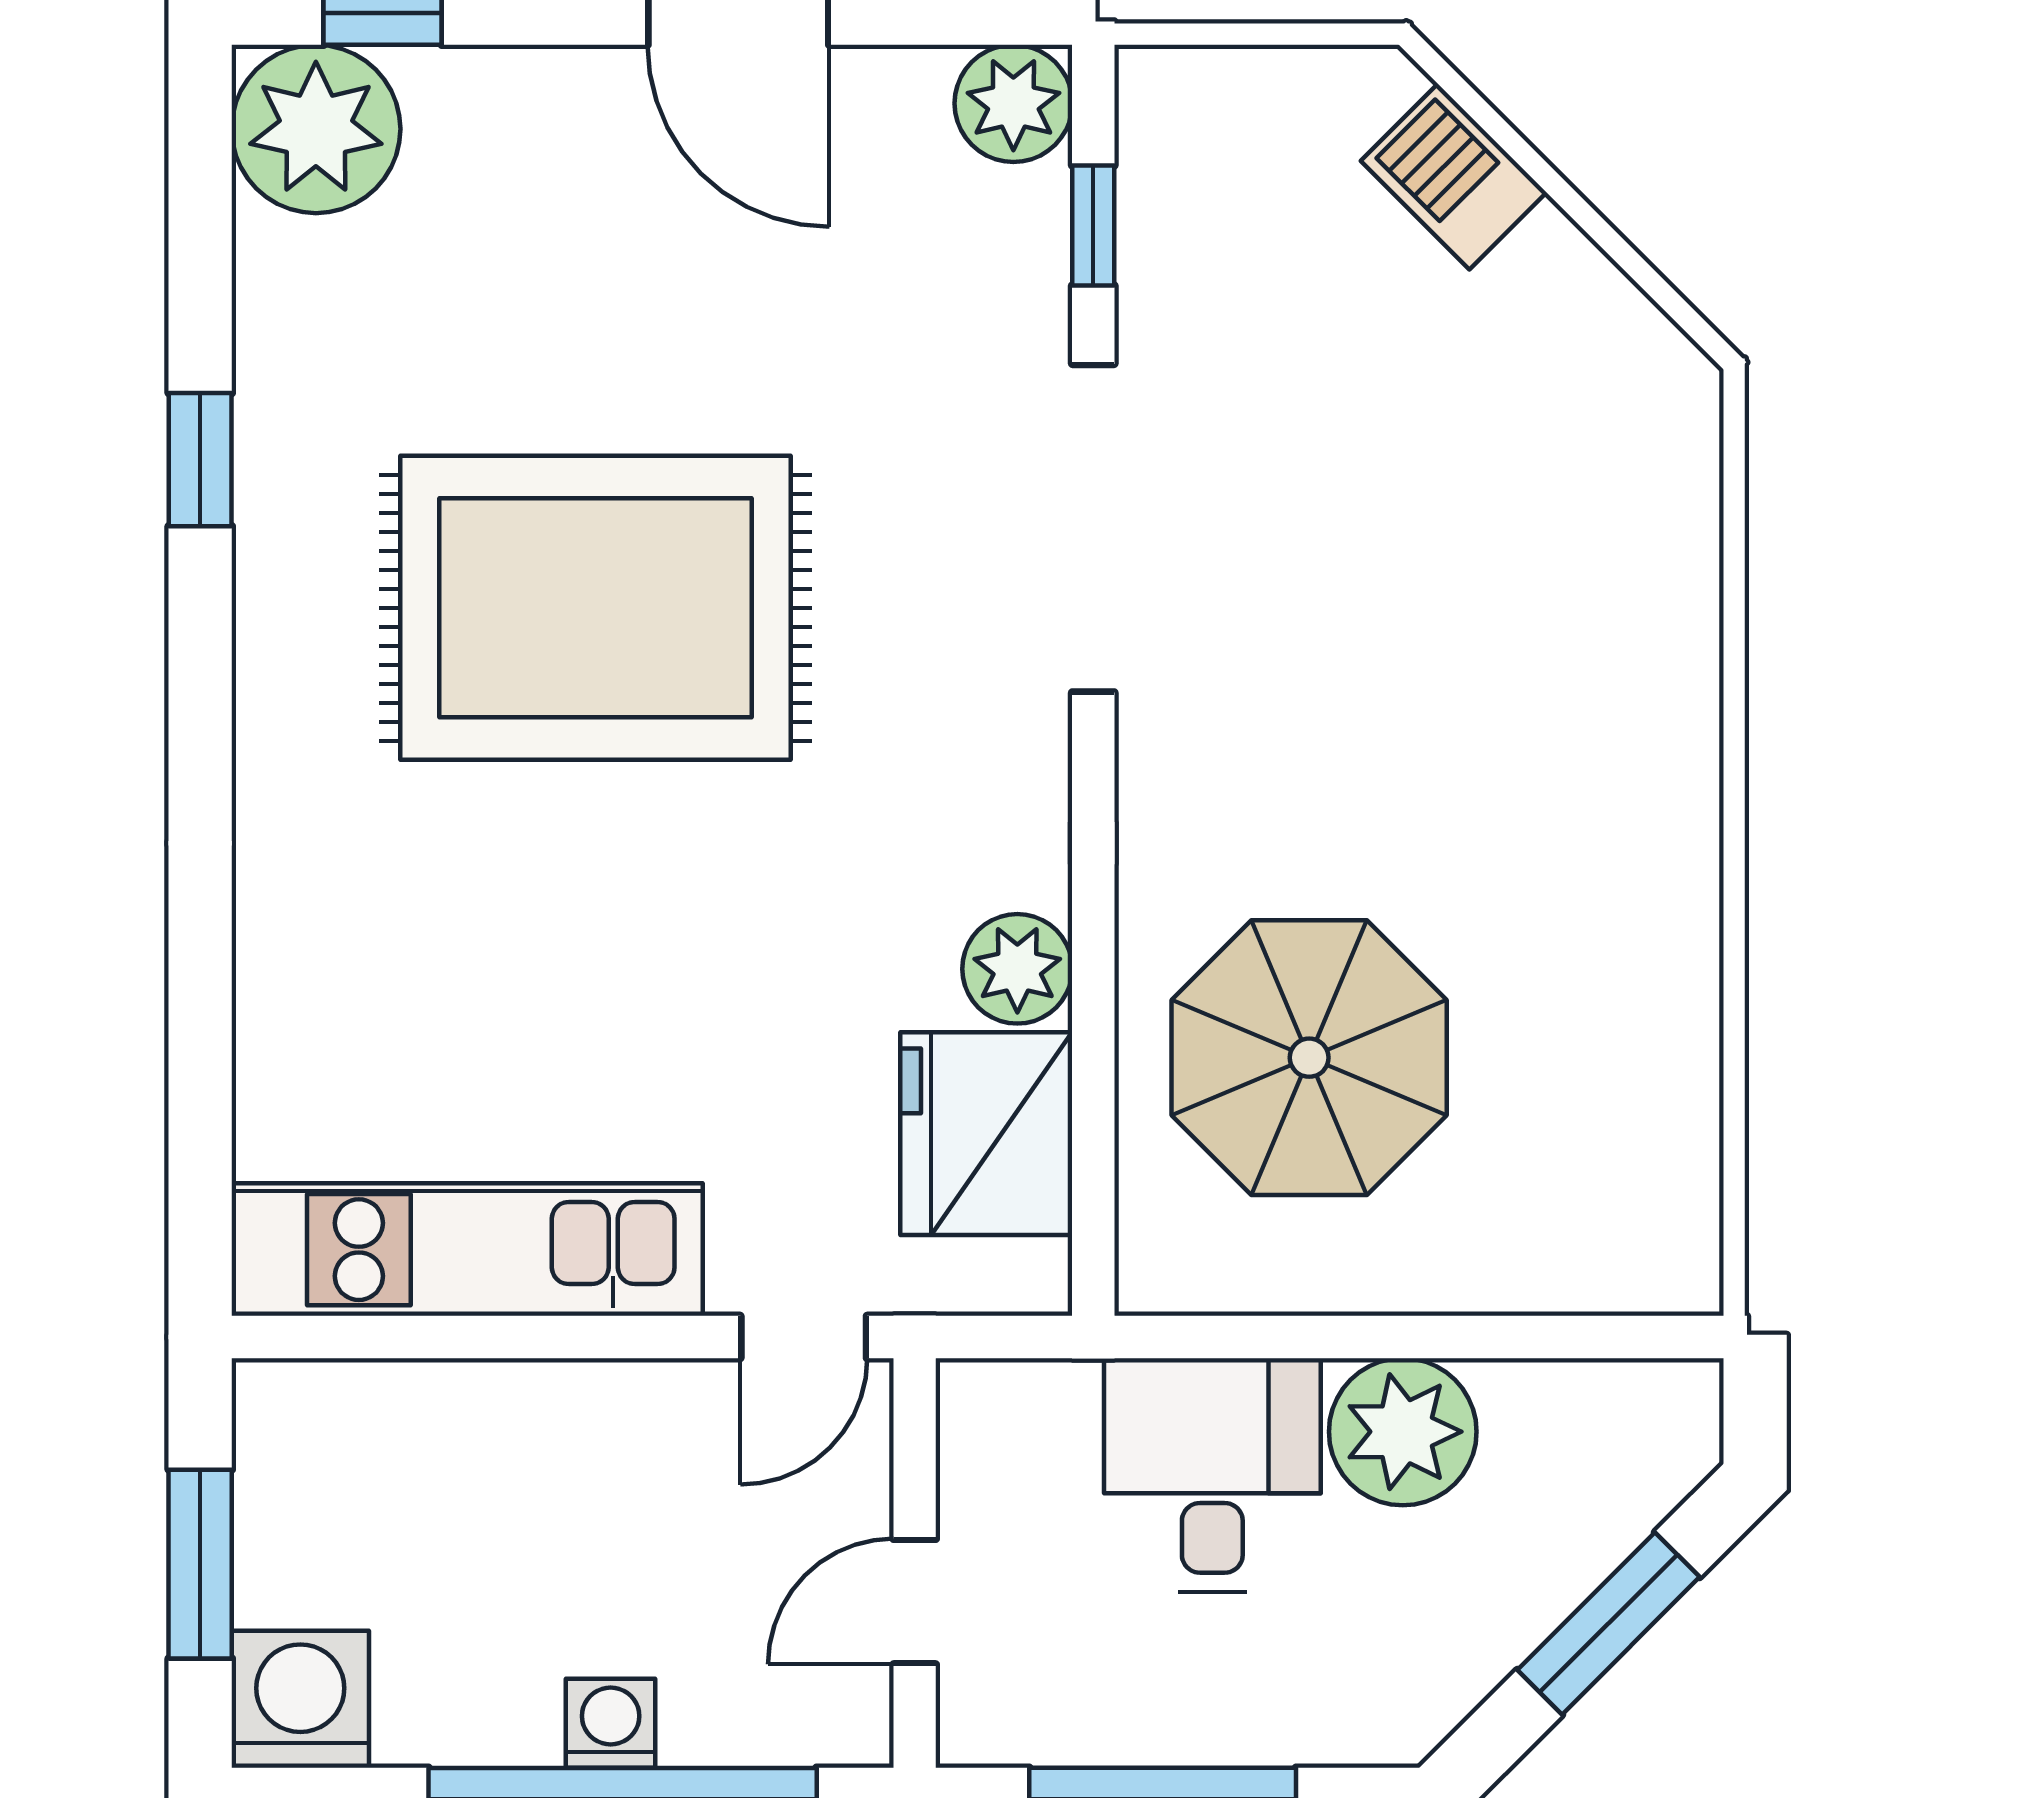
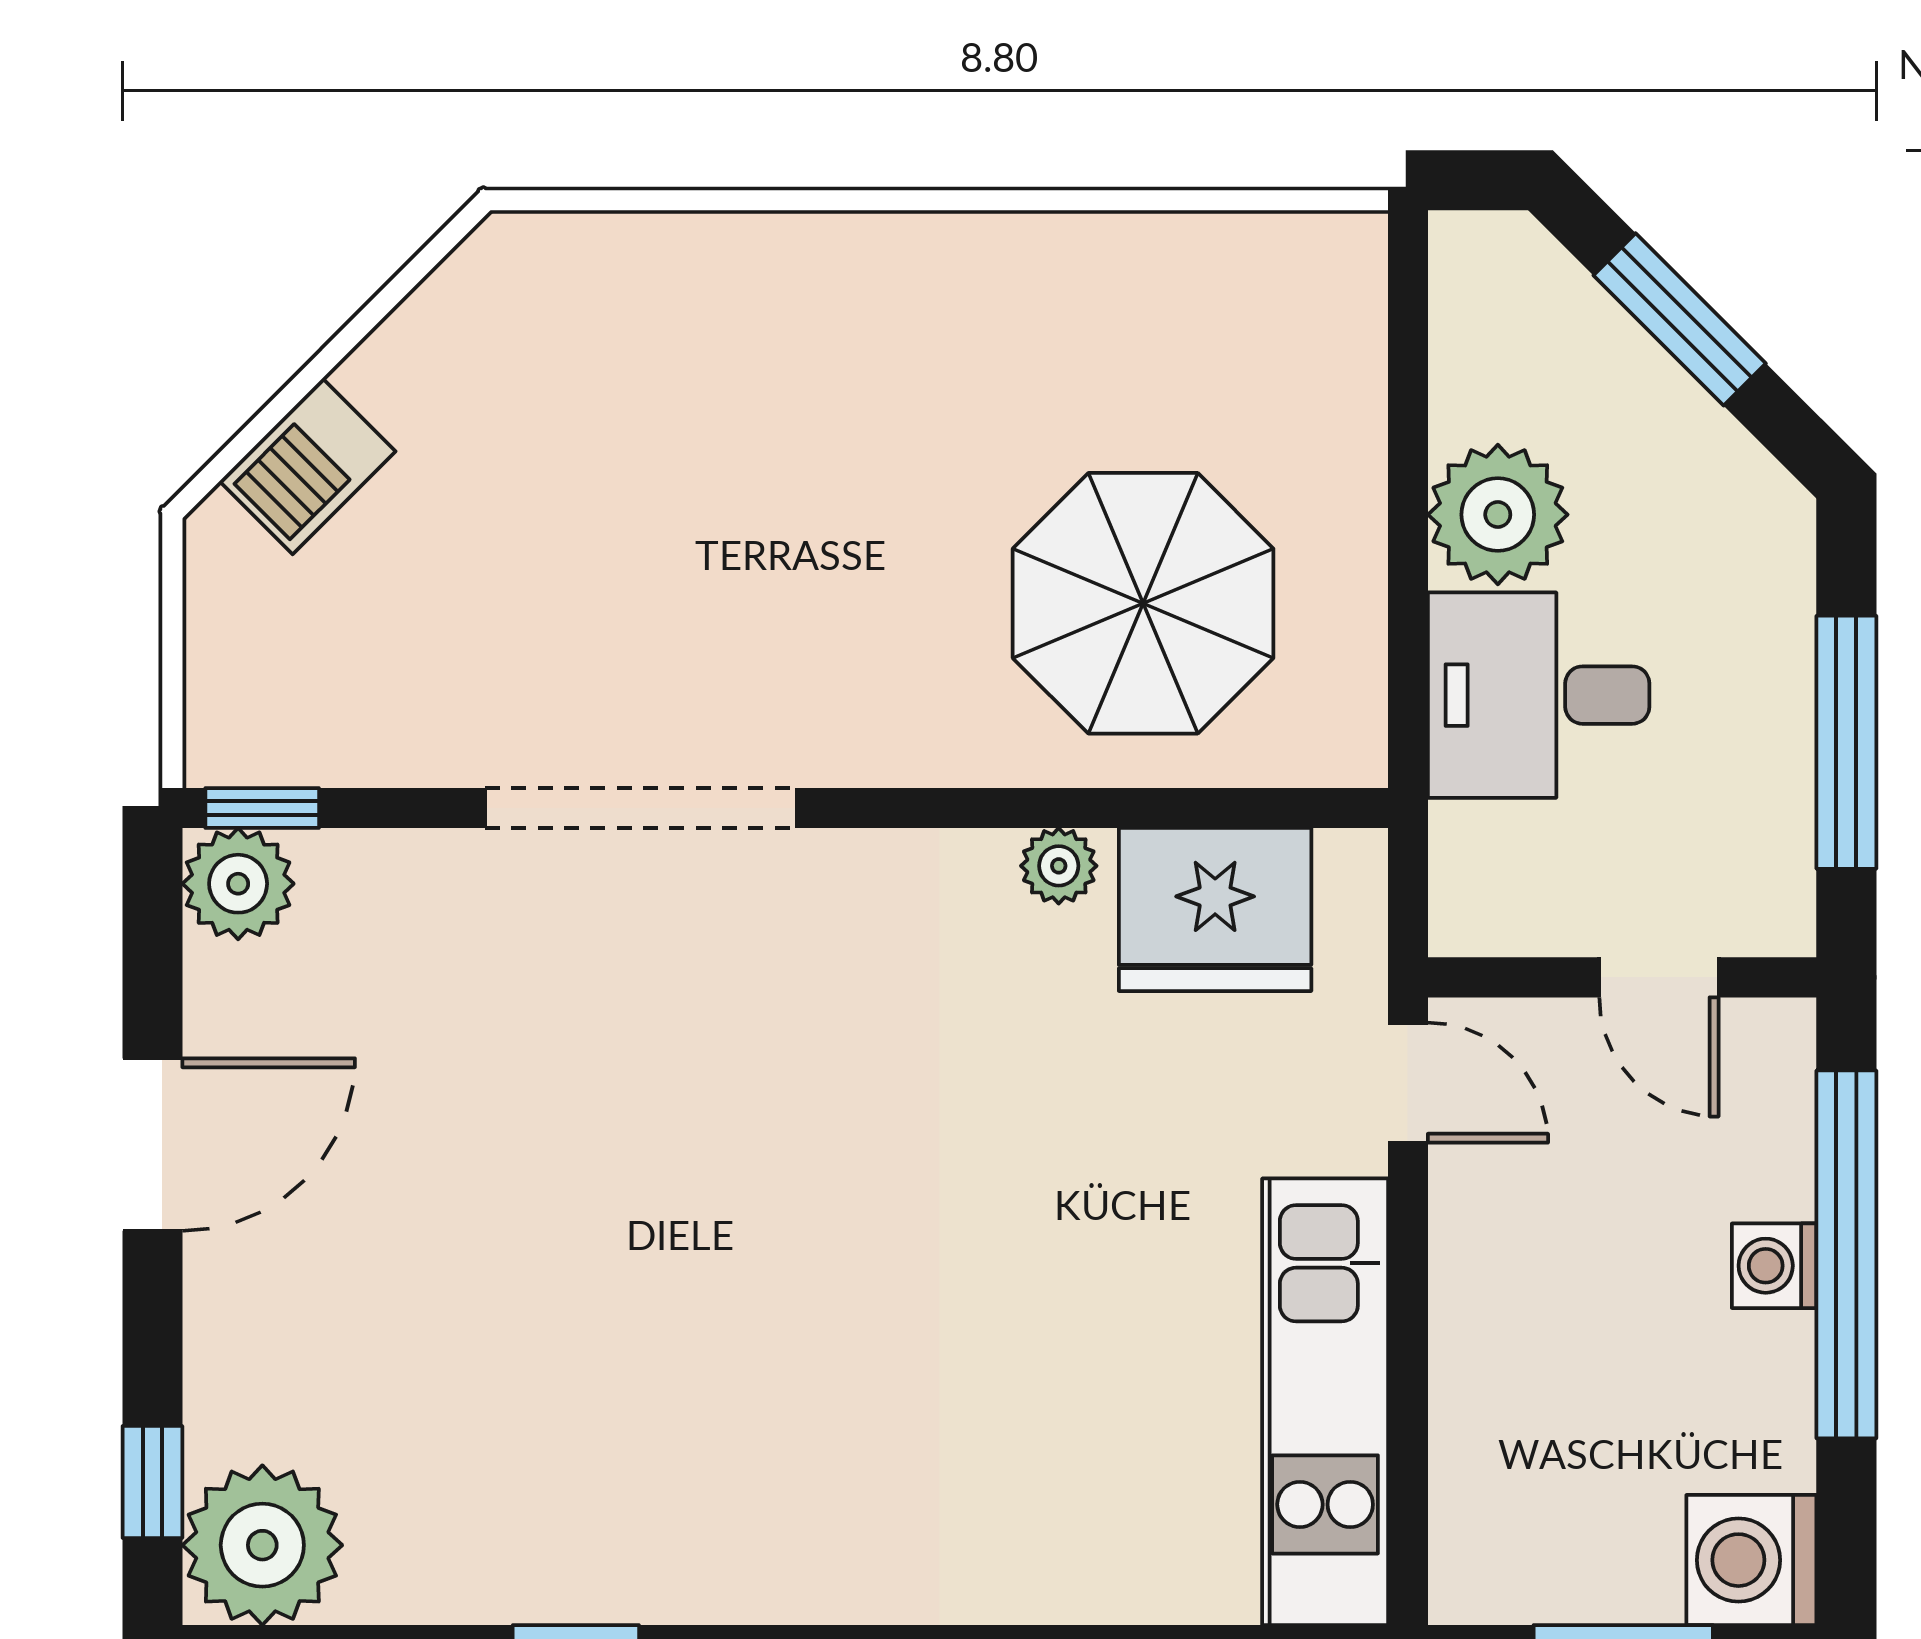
window: (1093, 225) -> (262, 808), moved
rug: (595, 608) -> (716, 1280), removed
plant: (1017, 969) -> (1059, 866), width x0.73, depth x0.73

